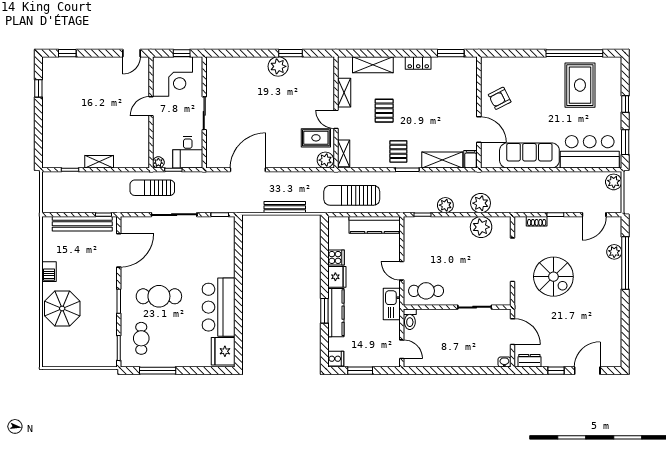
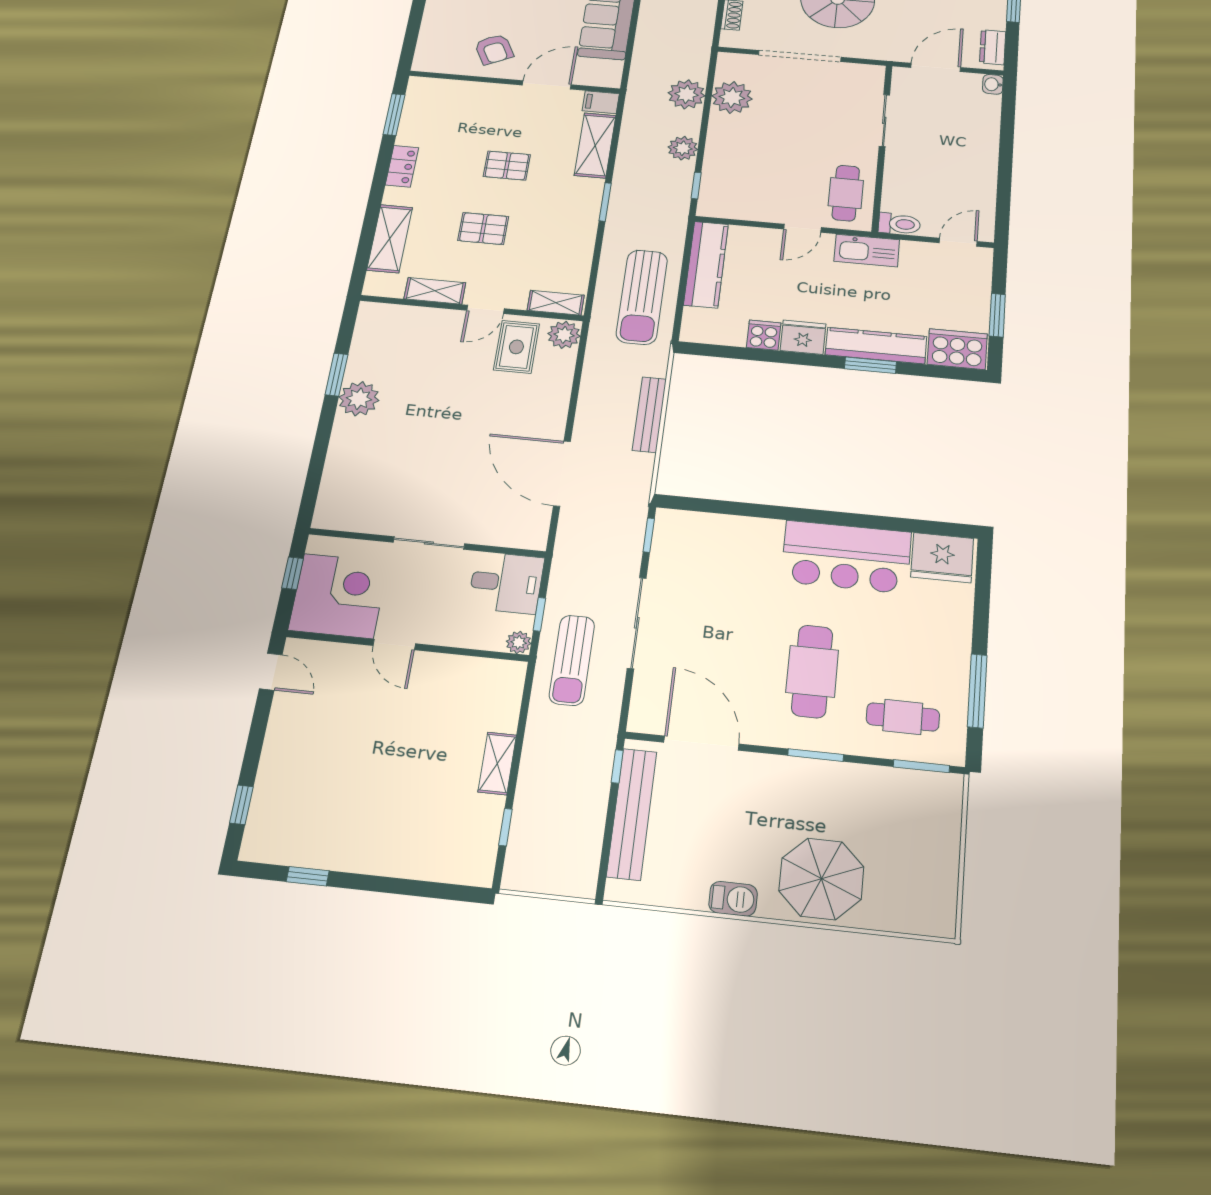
pallet: (398, 151) -> (507, 166), moved
cooker: (336, 359) -> (957, 349), width x1.87, depth x1.31

